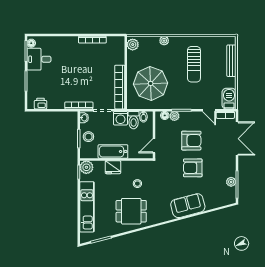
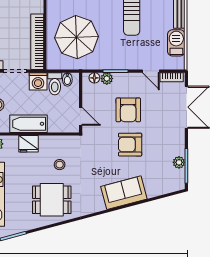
barbecue: (229, 99) -> (176, 43), moved
armchair: (191, 141) -> (128, 110), turned 90
door: (154, 146) -> (81, 116), swing flipped

